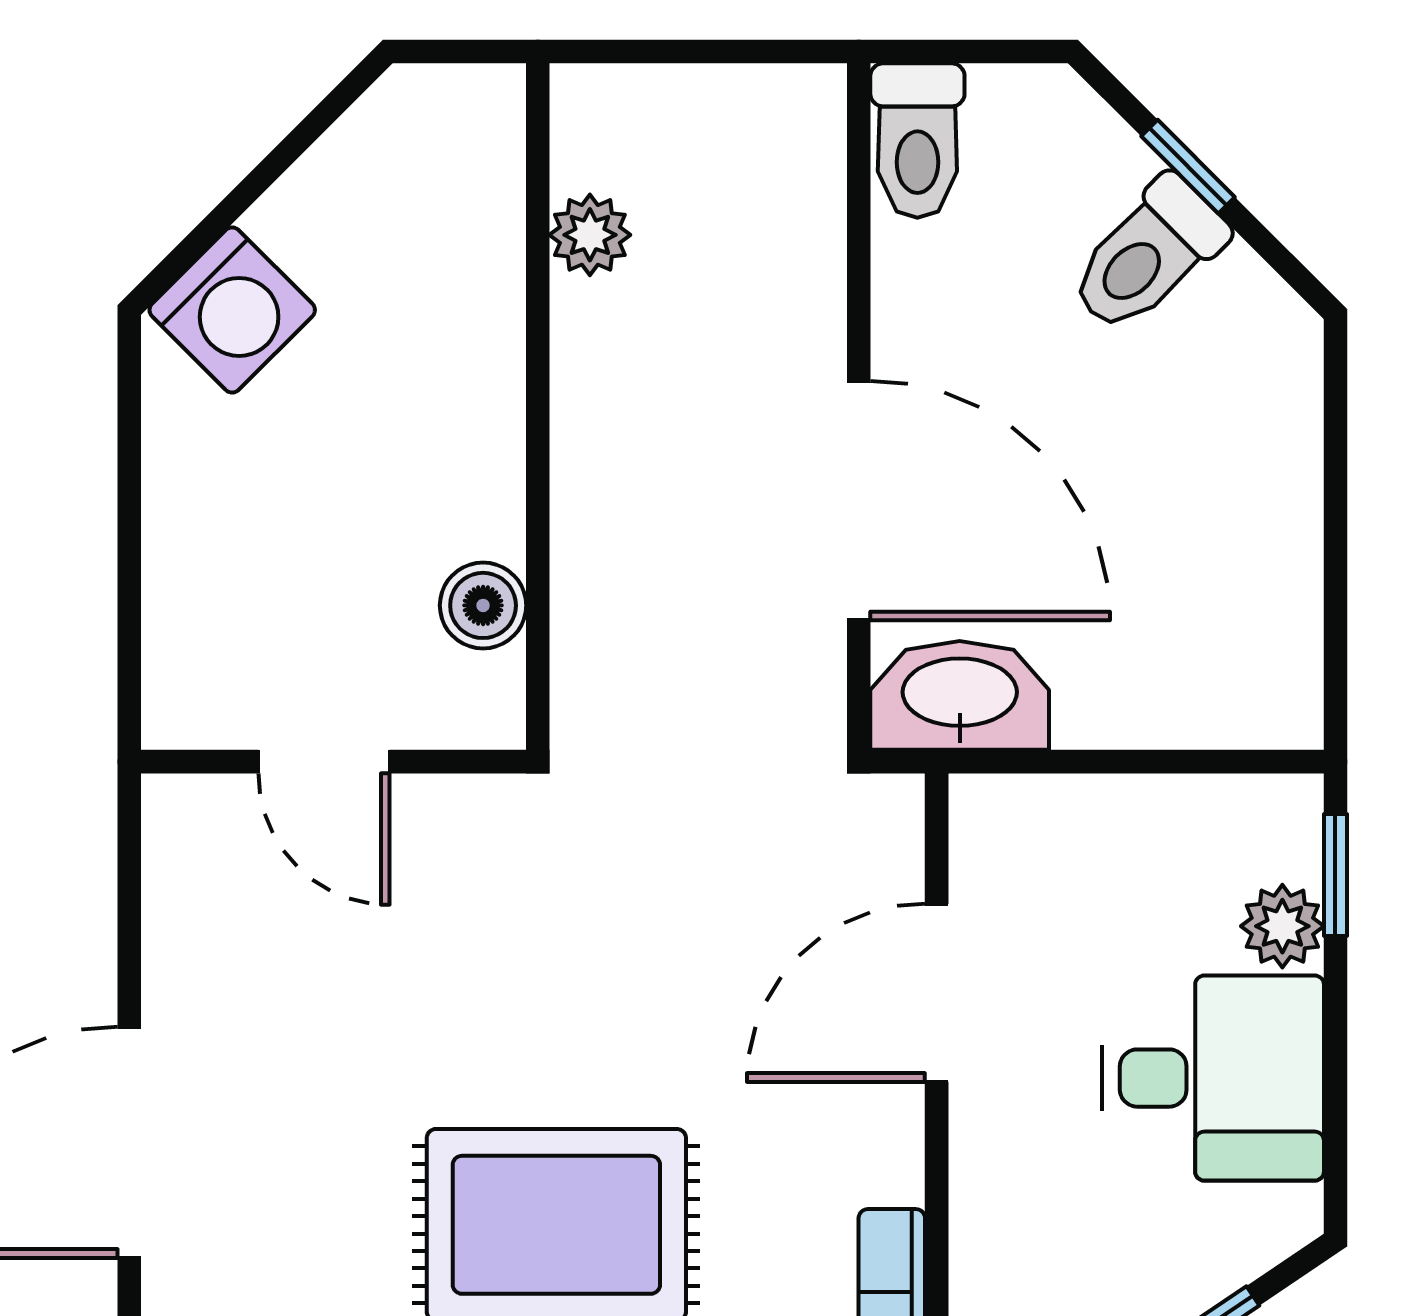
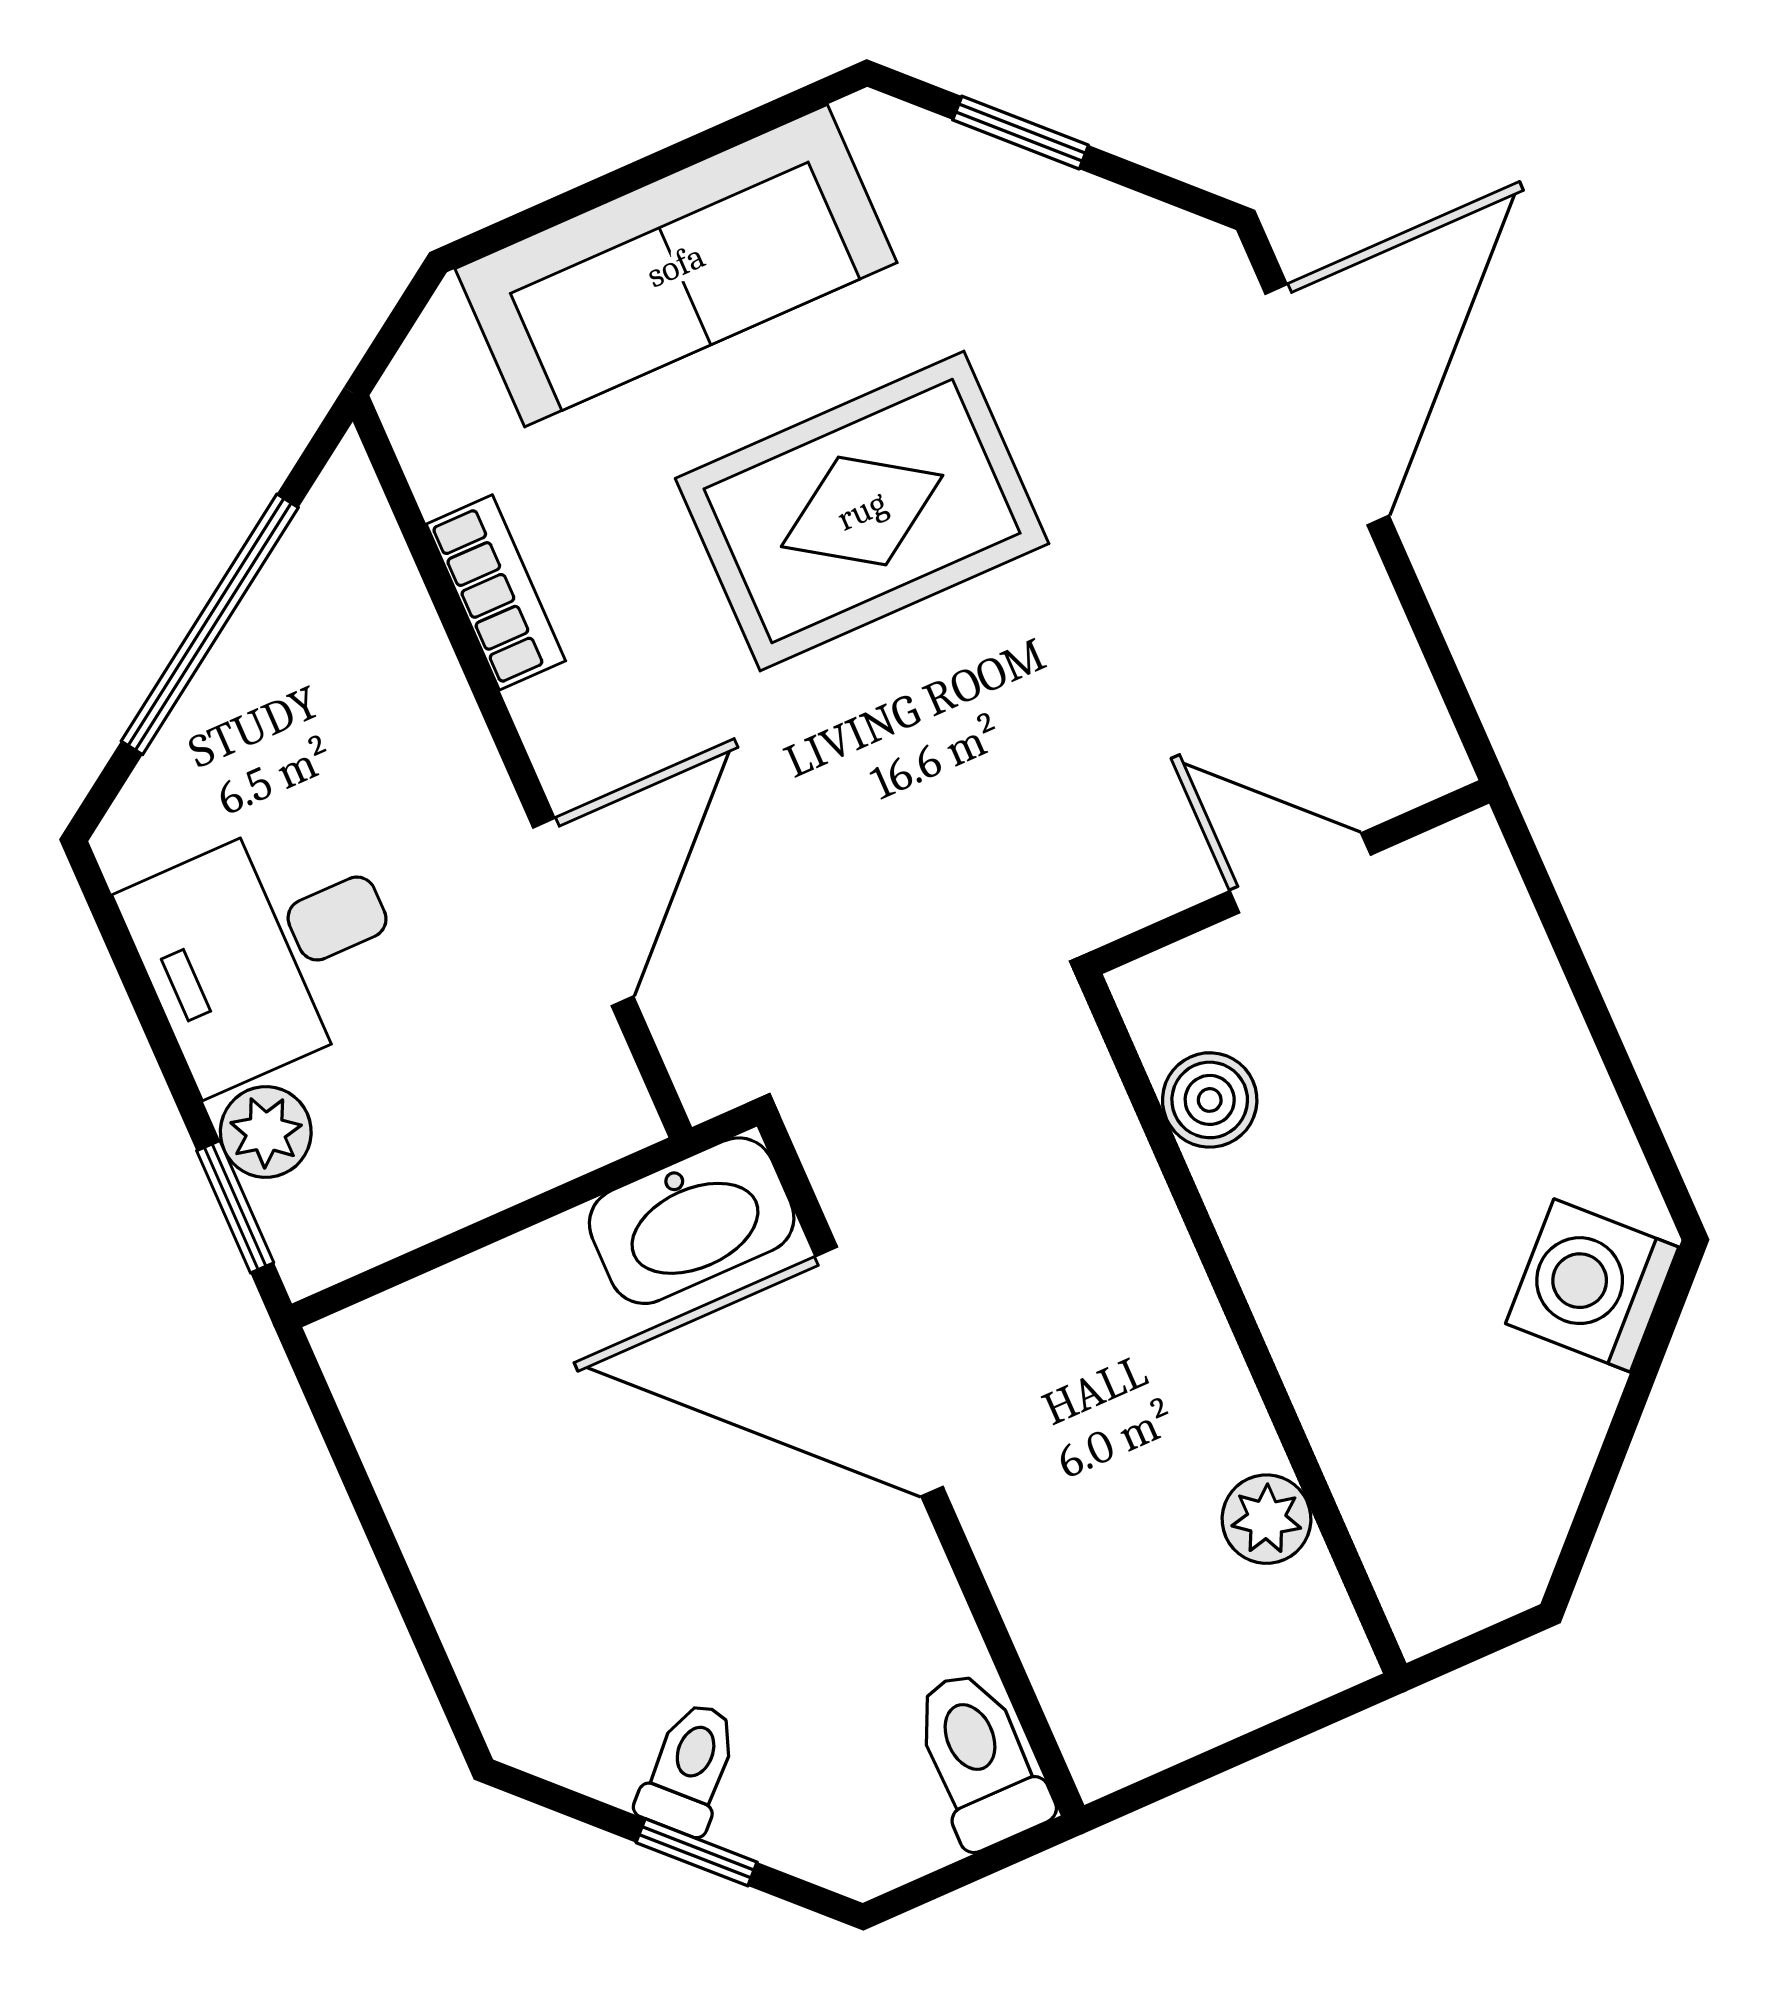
toilet: (1148, 255) -> (689, 1768), width x0.73, depth x0.72

